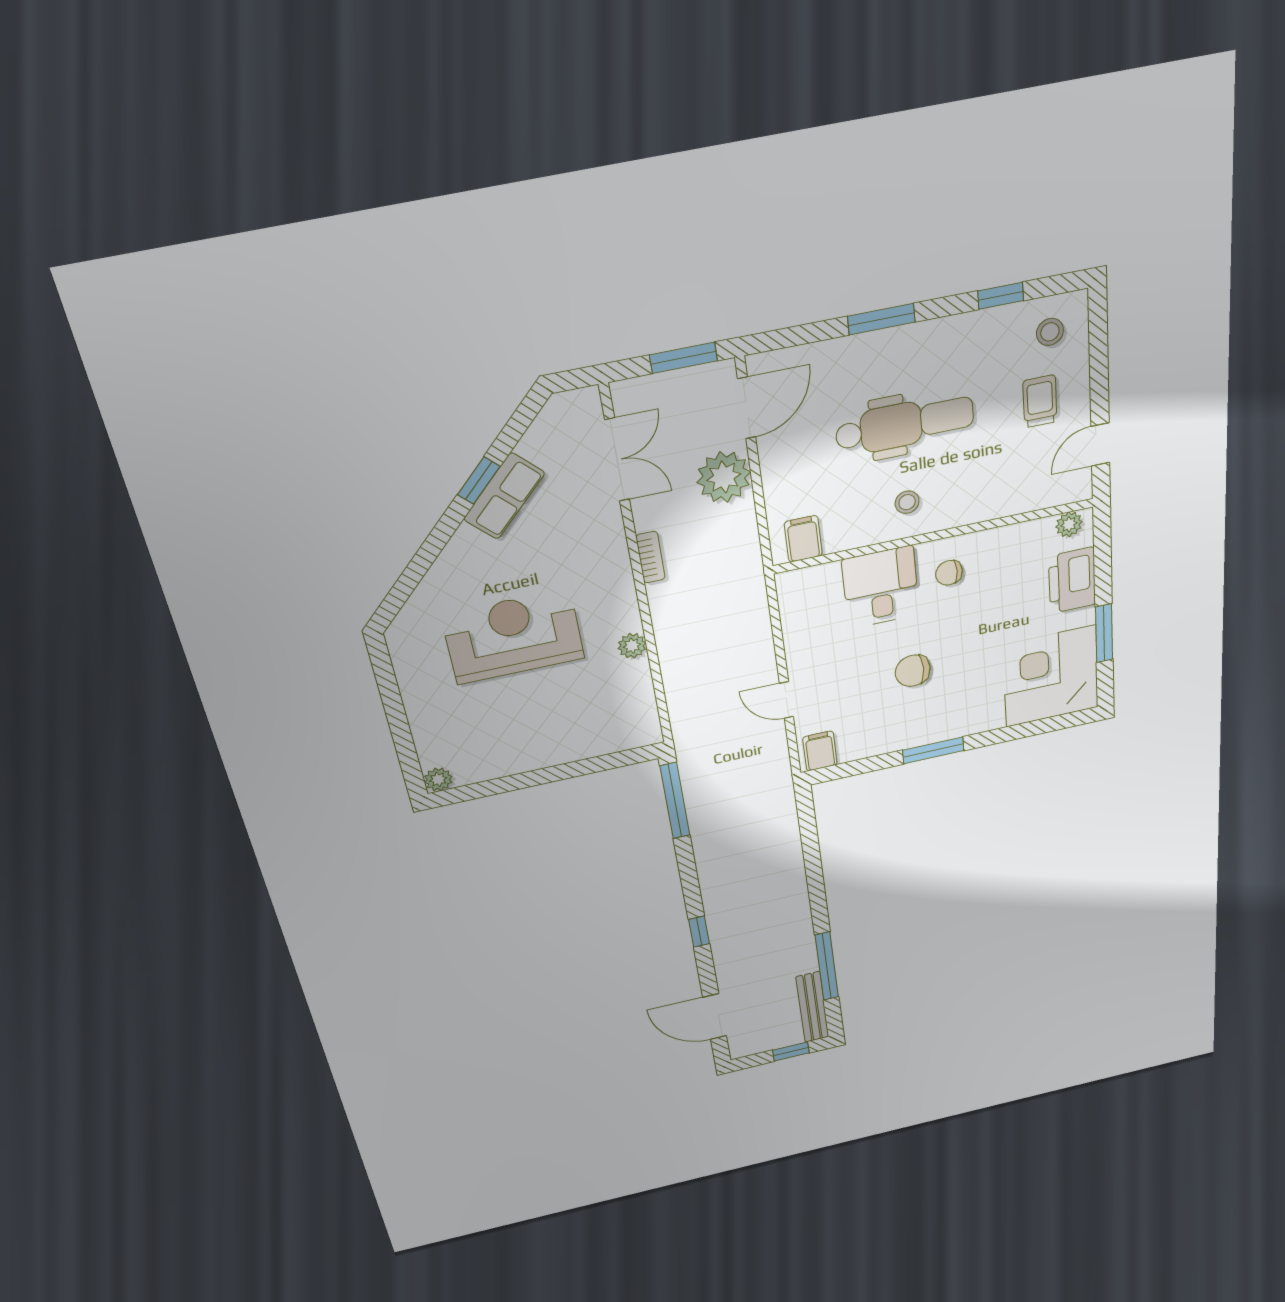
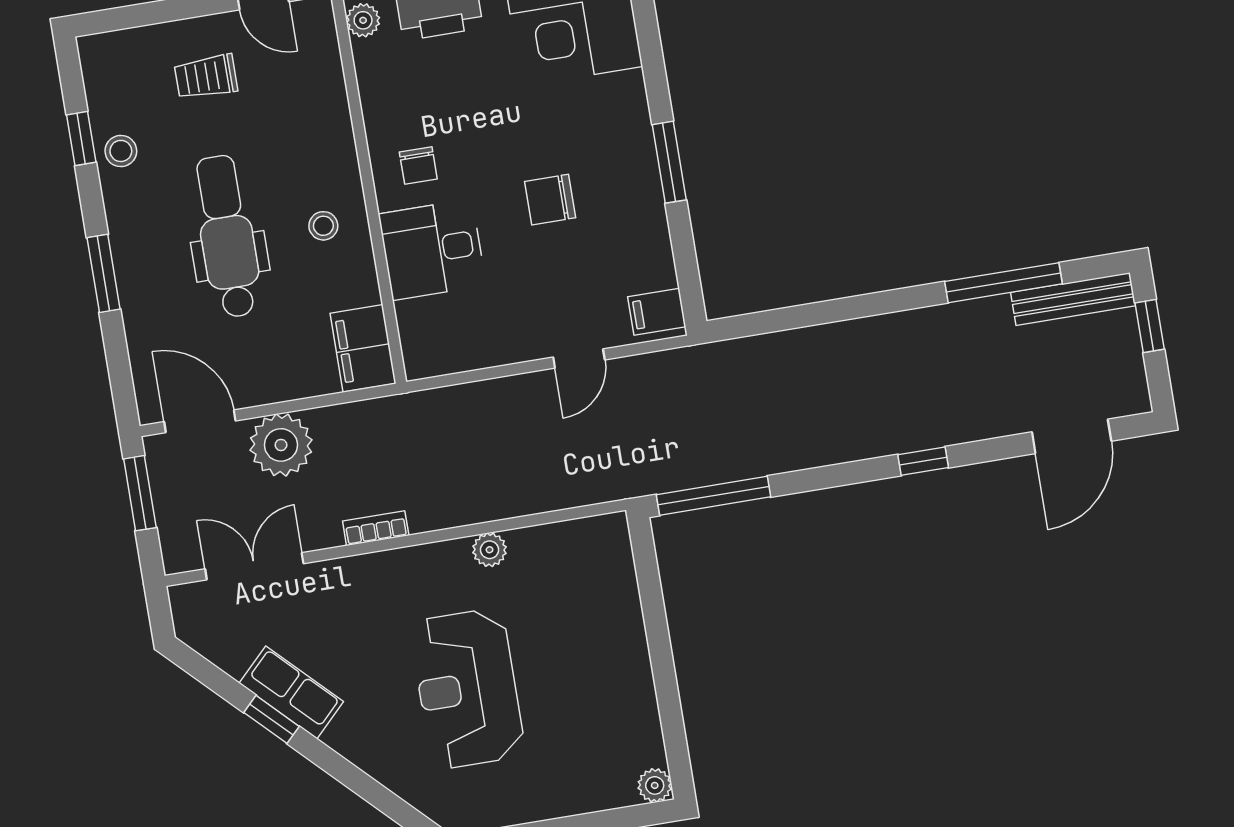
stool: (1050, 332) -> (121, 151), moved
filing cabinet: (803, 539) -> (363, 348), width x2.00
chair: (913, 671) -> (550, 200), turned 90

